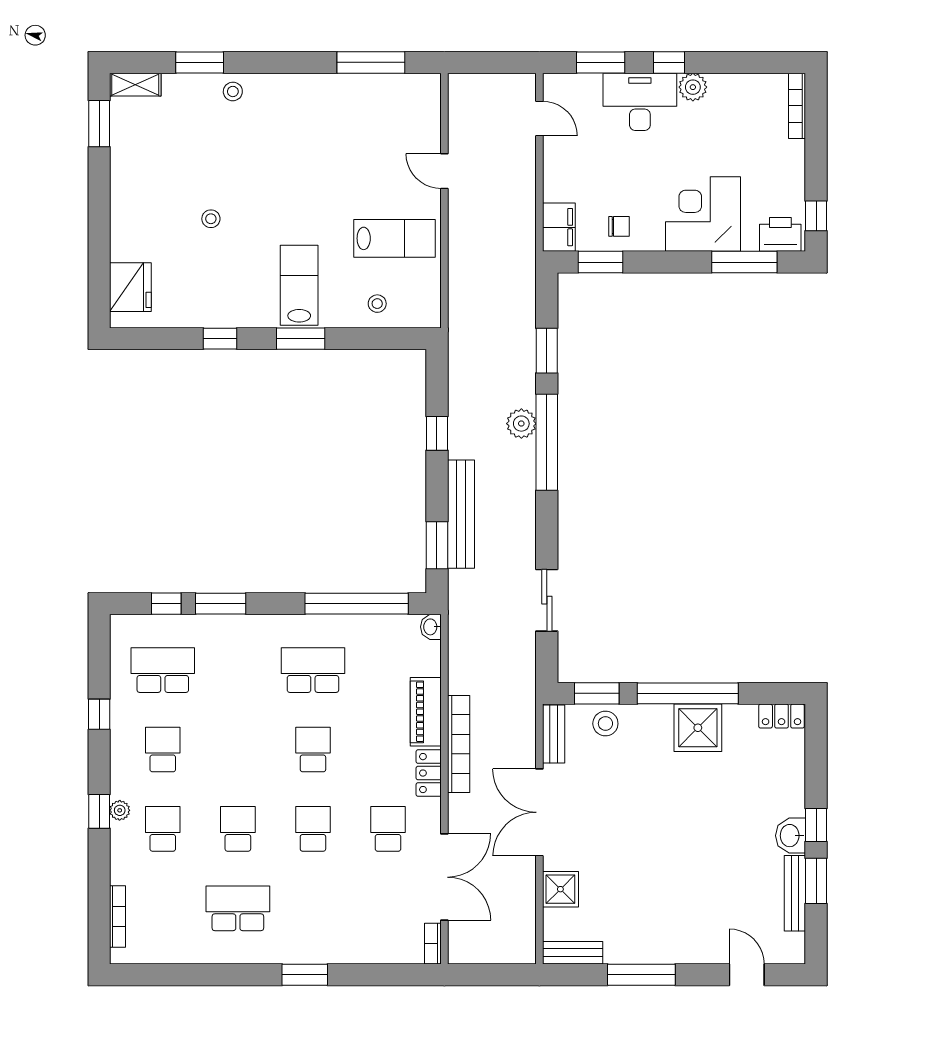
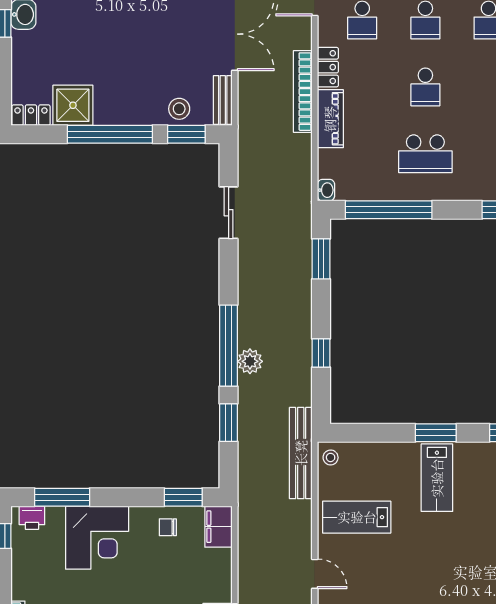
printer: (780, 234) -> (32, 518), width x0.73, depth x0.81
stool: (377, 304) -> (331, 457), moved
bench: (461, 514) -> (301, 453), moved
shower: (698, 728) -> (73, 105), moved

